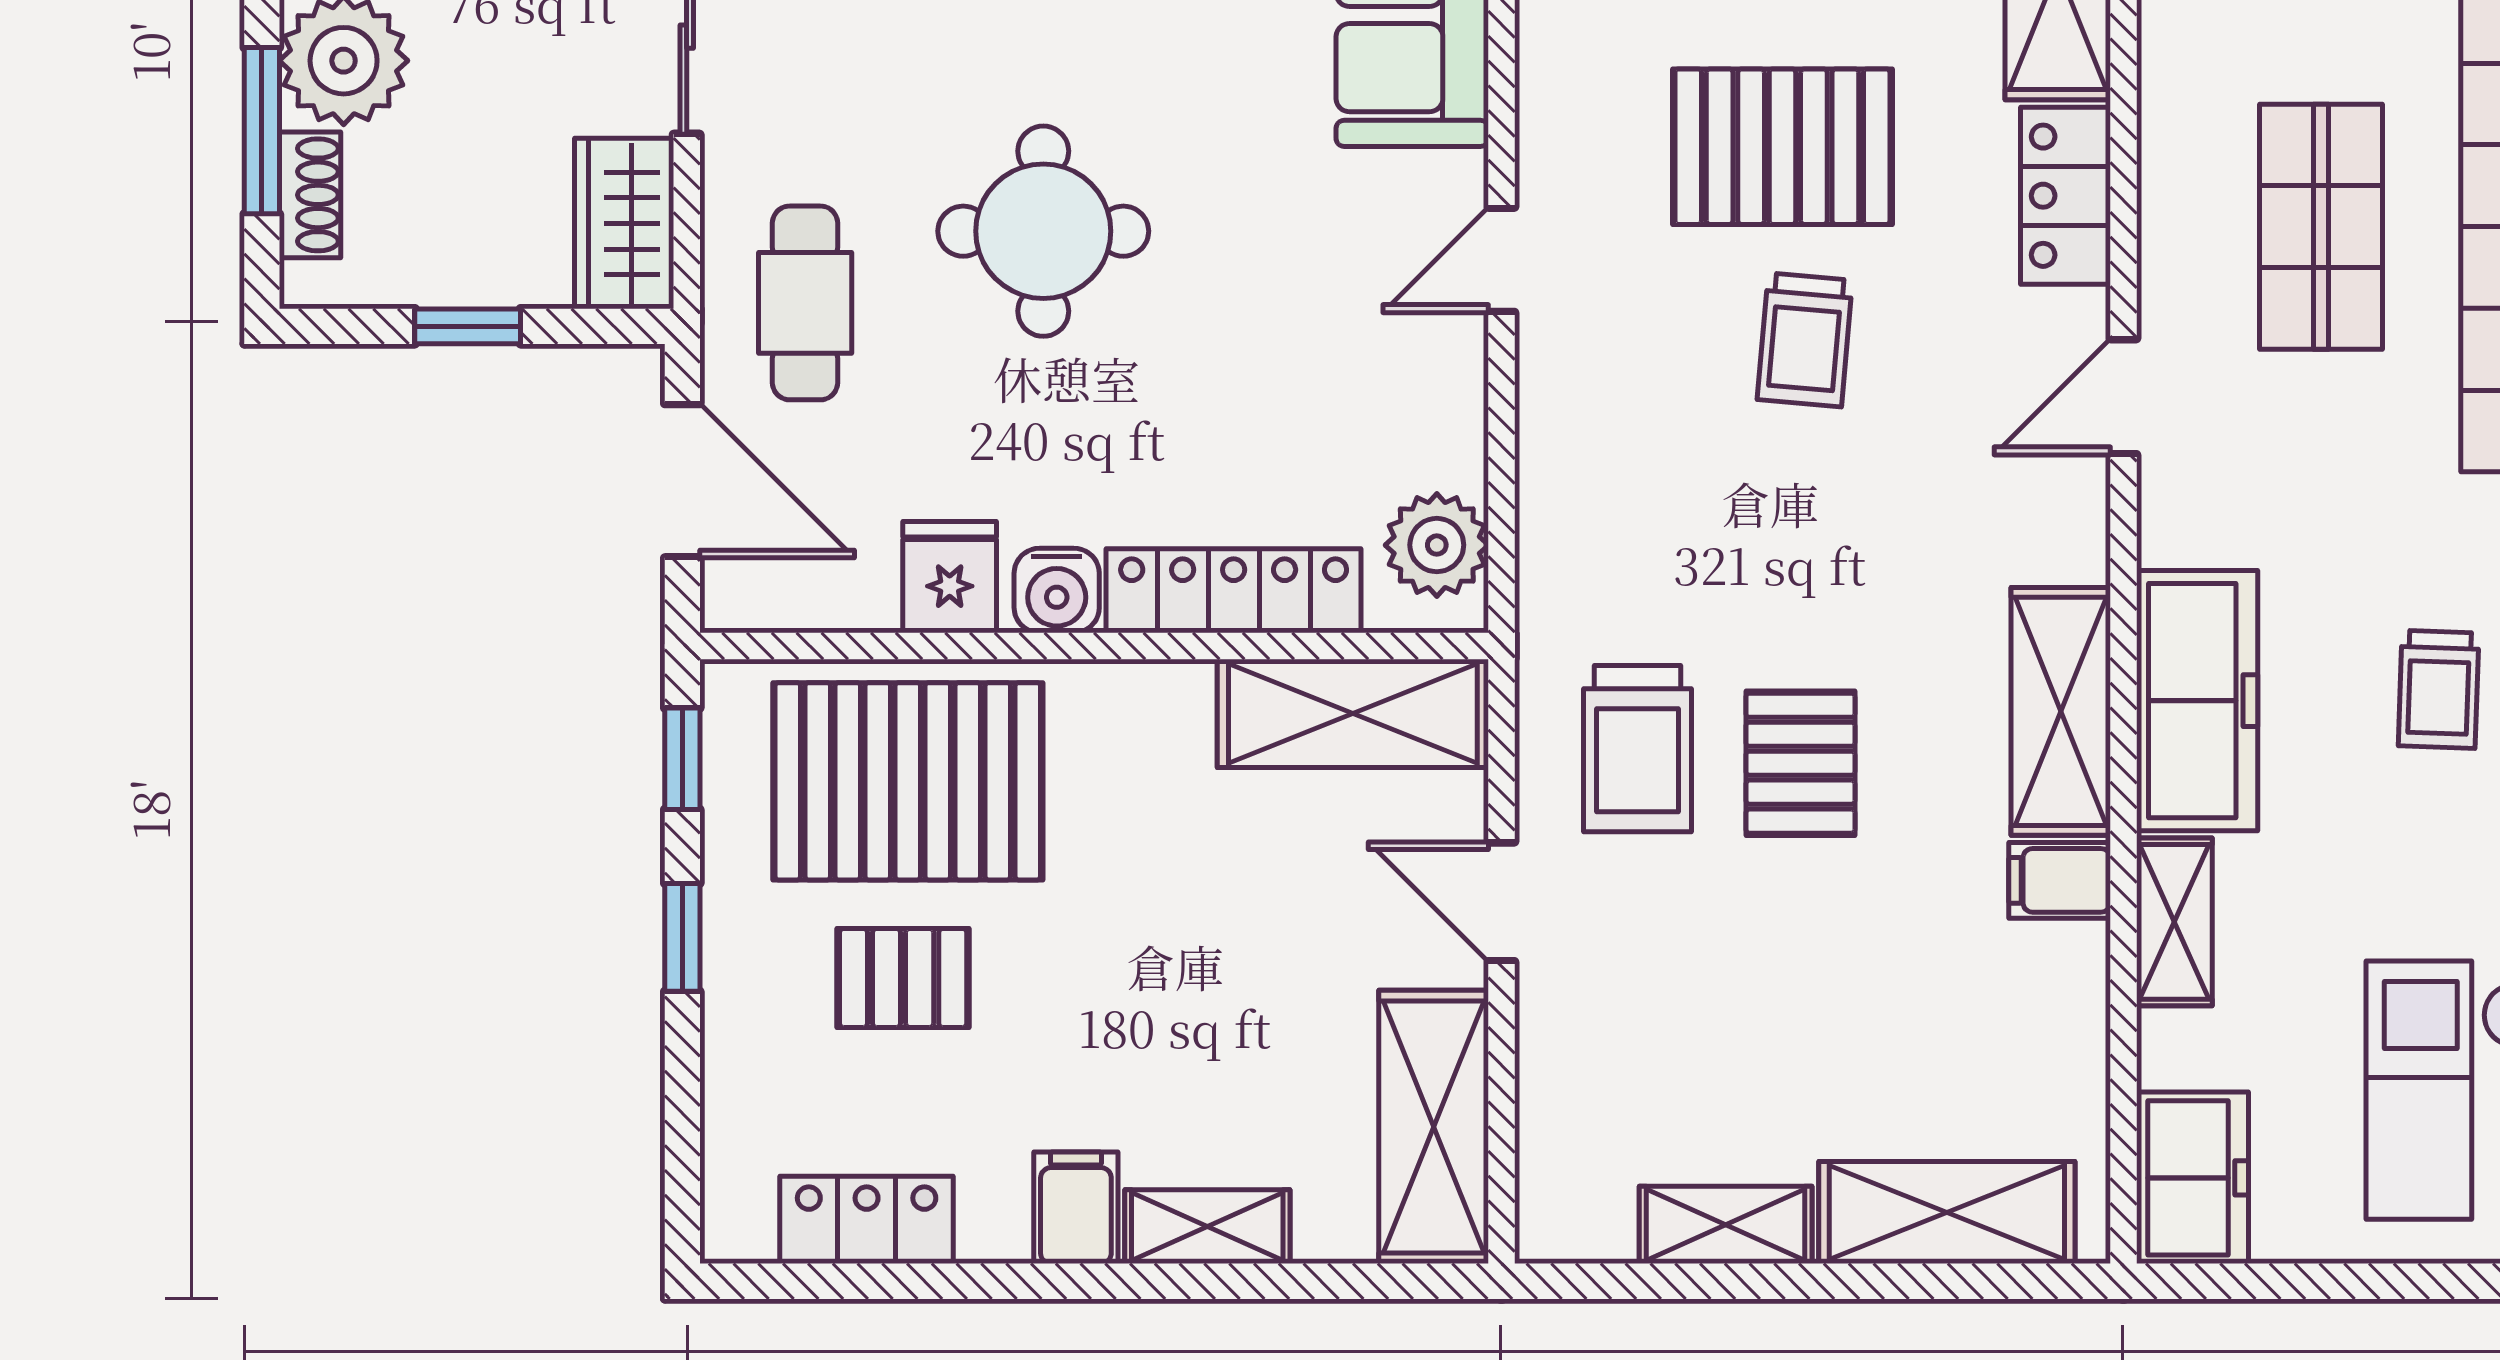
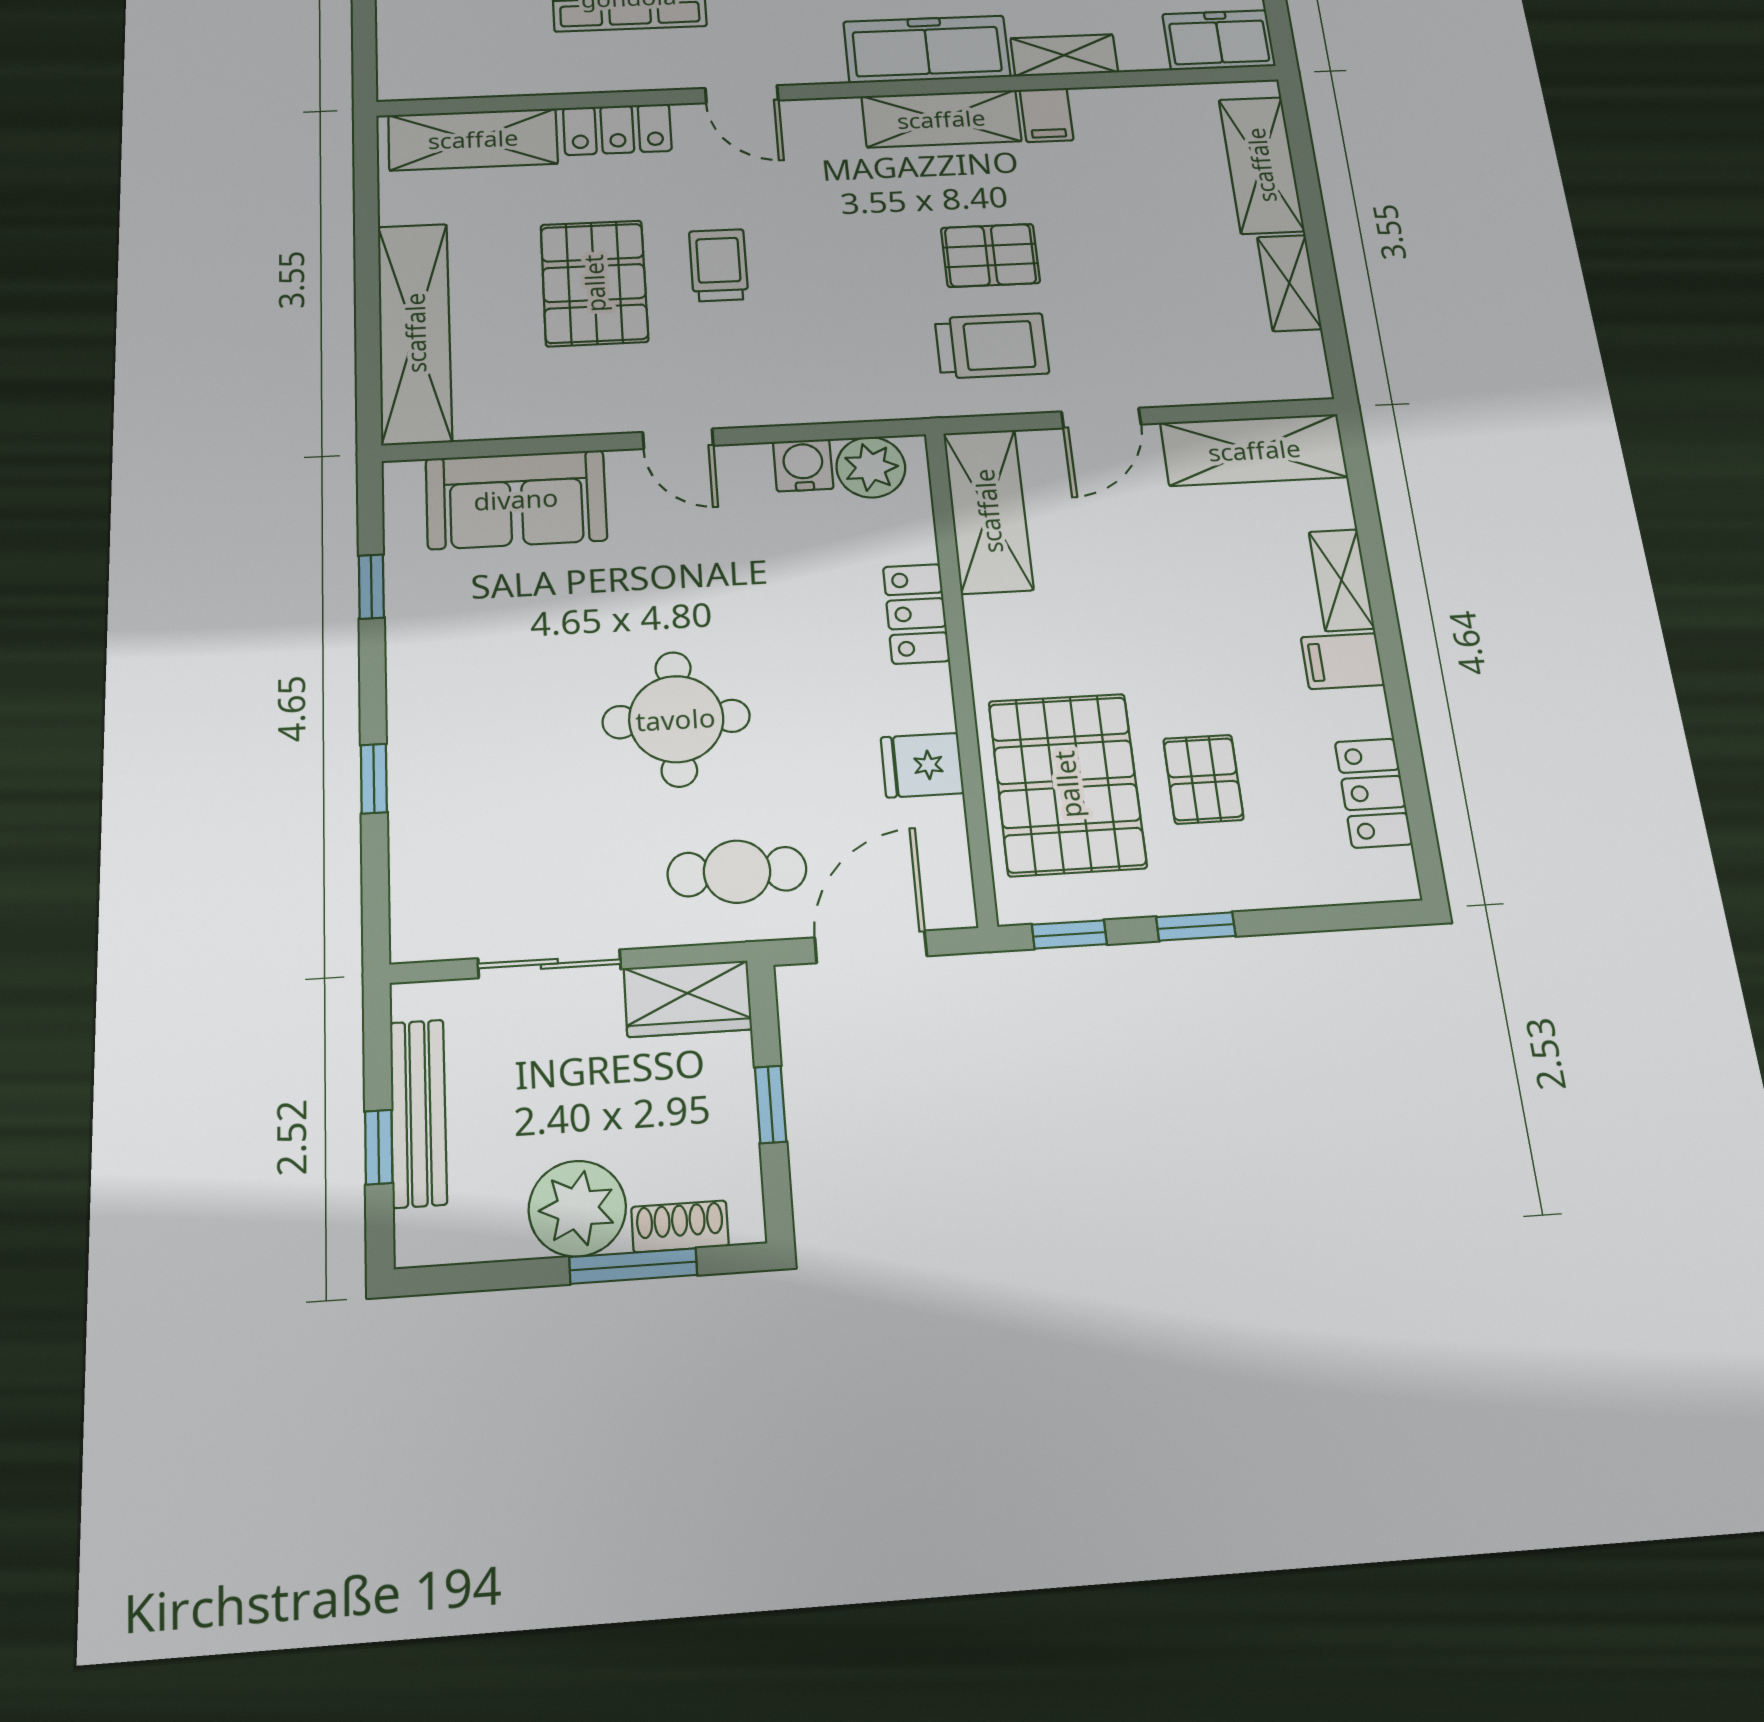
trolley: (1805, 340) -> (719, 265), turned -95
water cooler: (1057, 590) -> (803, 465), moved, turned -90
locker: (1234, 591) -> (916, 614), width x0.66

